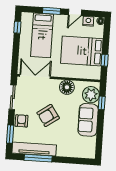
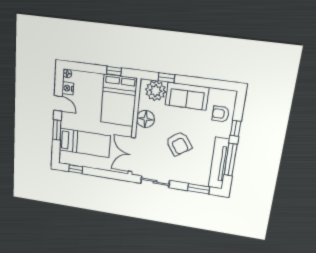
bed: (82, 51) -> (119, 100), moved
armchair: (22, 121) -> (221, 114), moved
window: (65, 160) -> (236, 128), added

